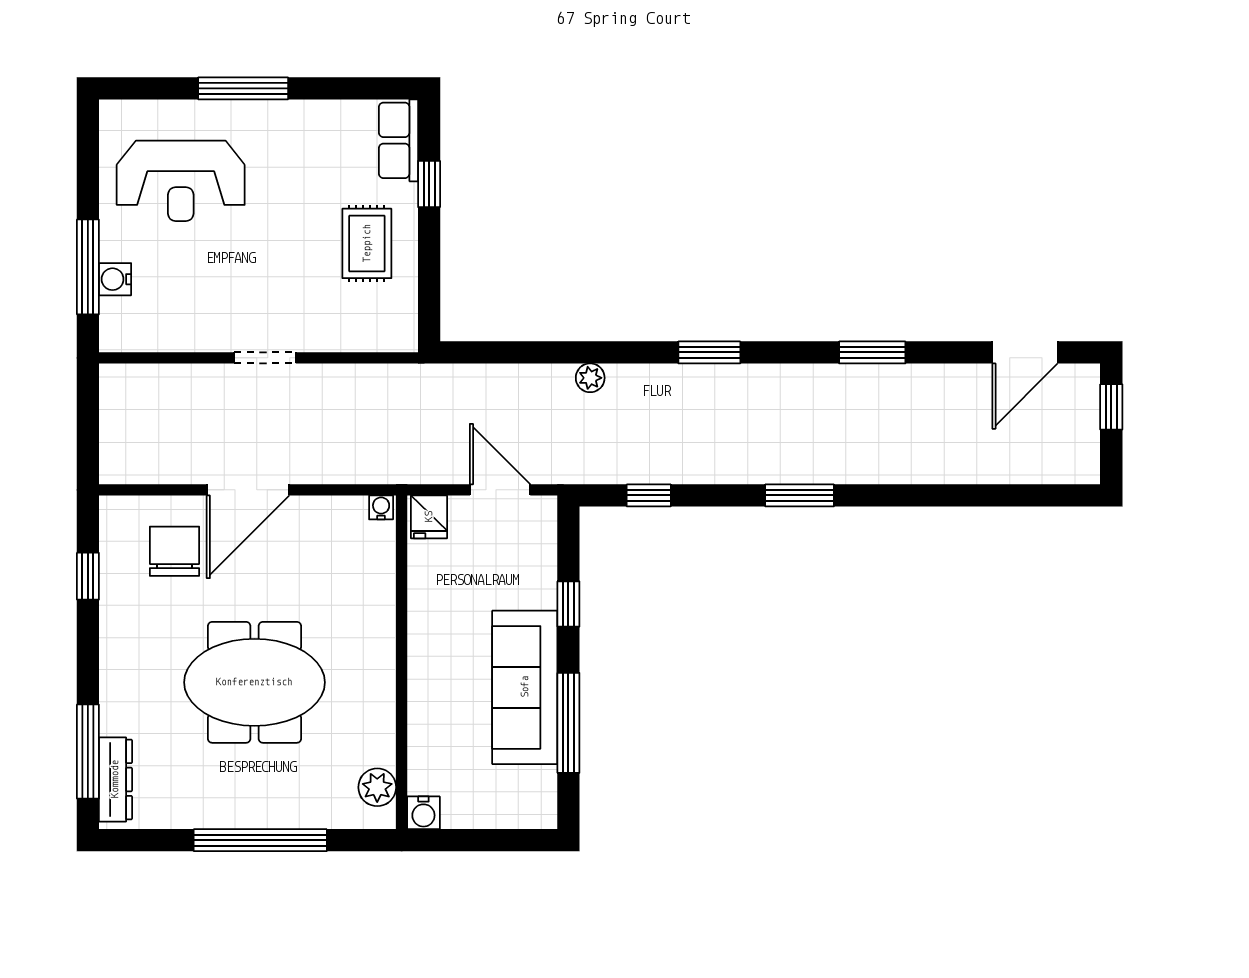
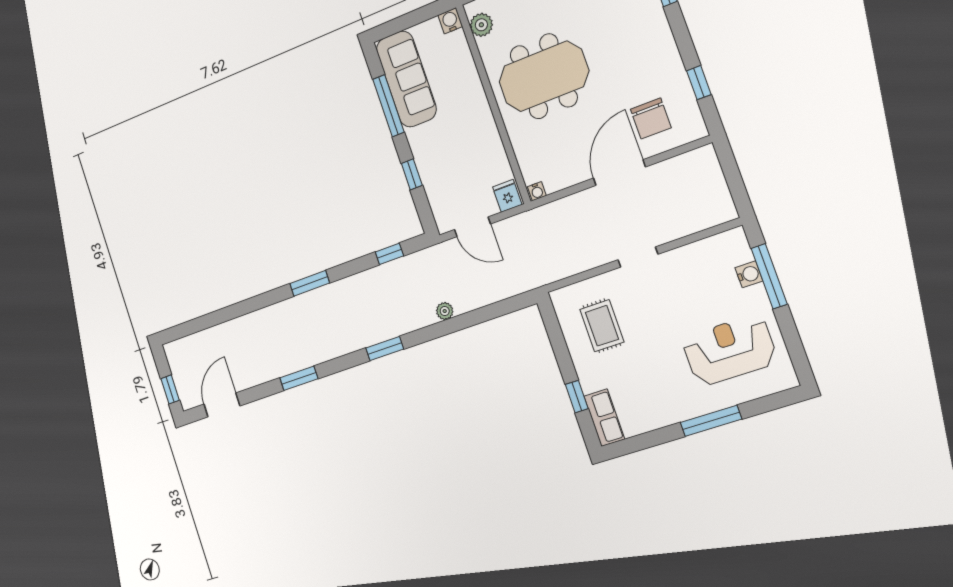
rug: (367, 243) -> (602, 326), moved
meeting table: (254, 682) -> (544, 76), moved
sofa: (525, 687) -> (406, 79), moved

